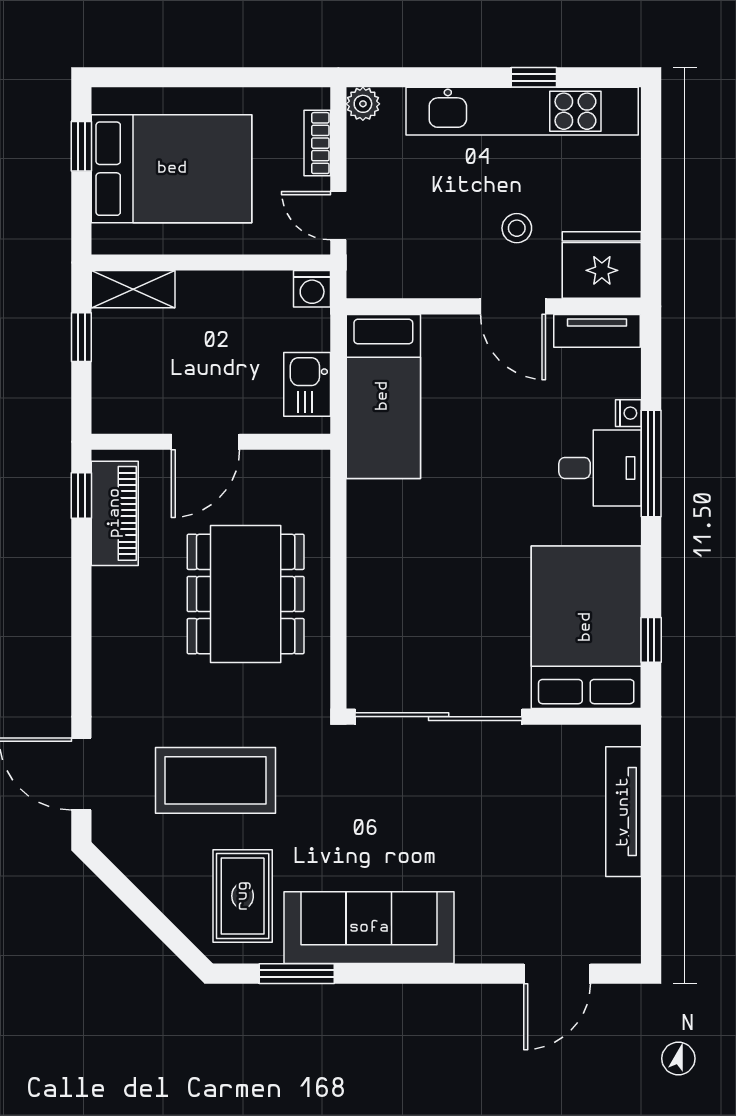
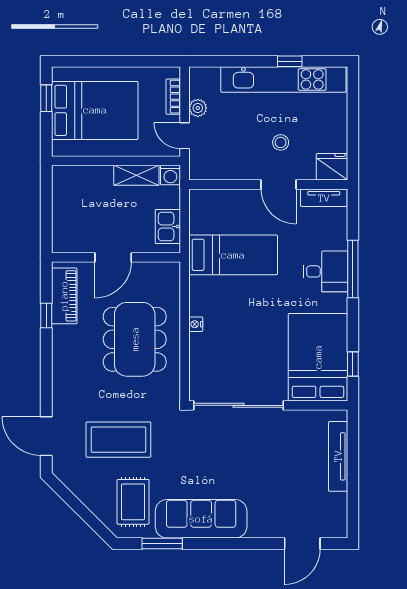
plant: (363, 104) -> (198, 108), moved
fridge: (602, 265) -> (332, 167), width x0.73, depth x0.75
shelving: (133, 289) -> (136, 175), moved
window: (81, 337) -> (46, 201), removed
bed: (383, 396) -> (233, 255), moved, turned -90
nightstand: (628, 413) -> (196, 324), moved, turned 180
window: (81, 496) -> (46, 315), moved

